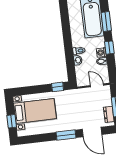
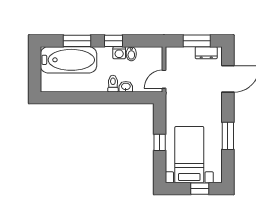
door: (97, 85) -> (164, 79), moved
window: (58, 87) -> (160, 142), moved
window: (66, 135) -> (228, 136), moved

